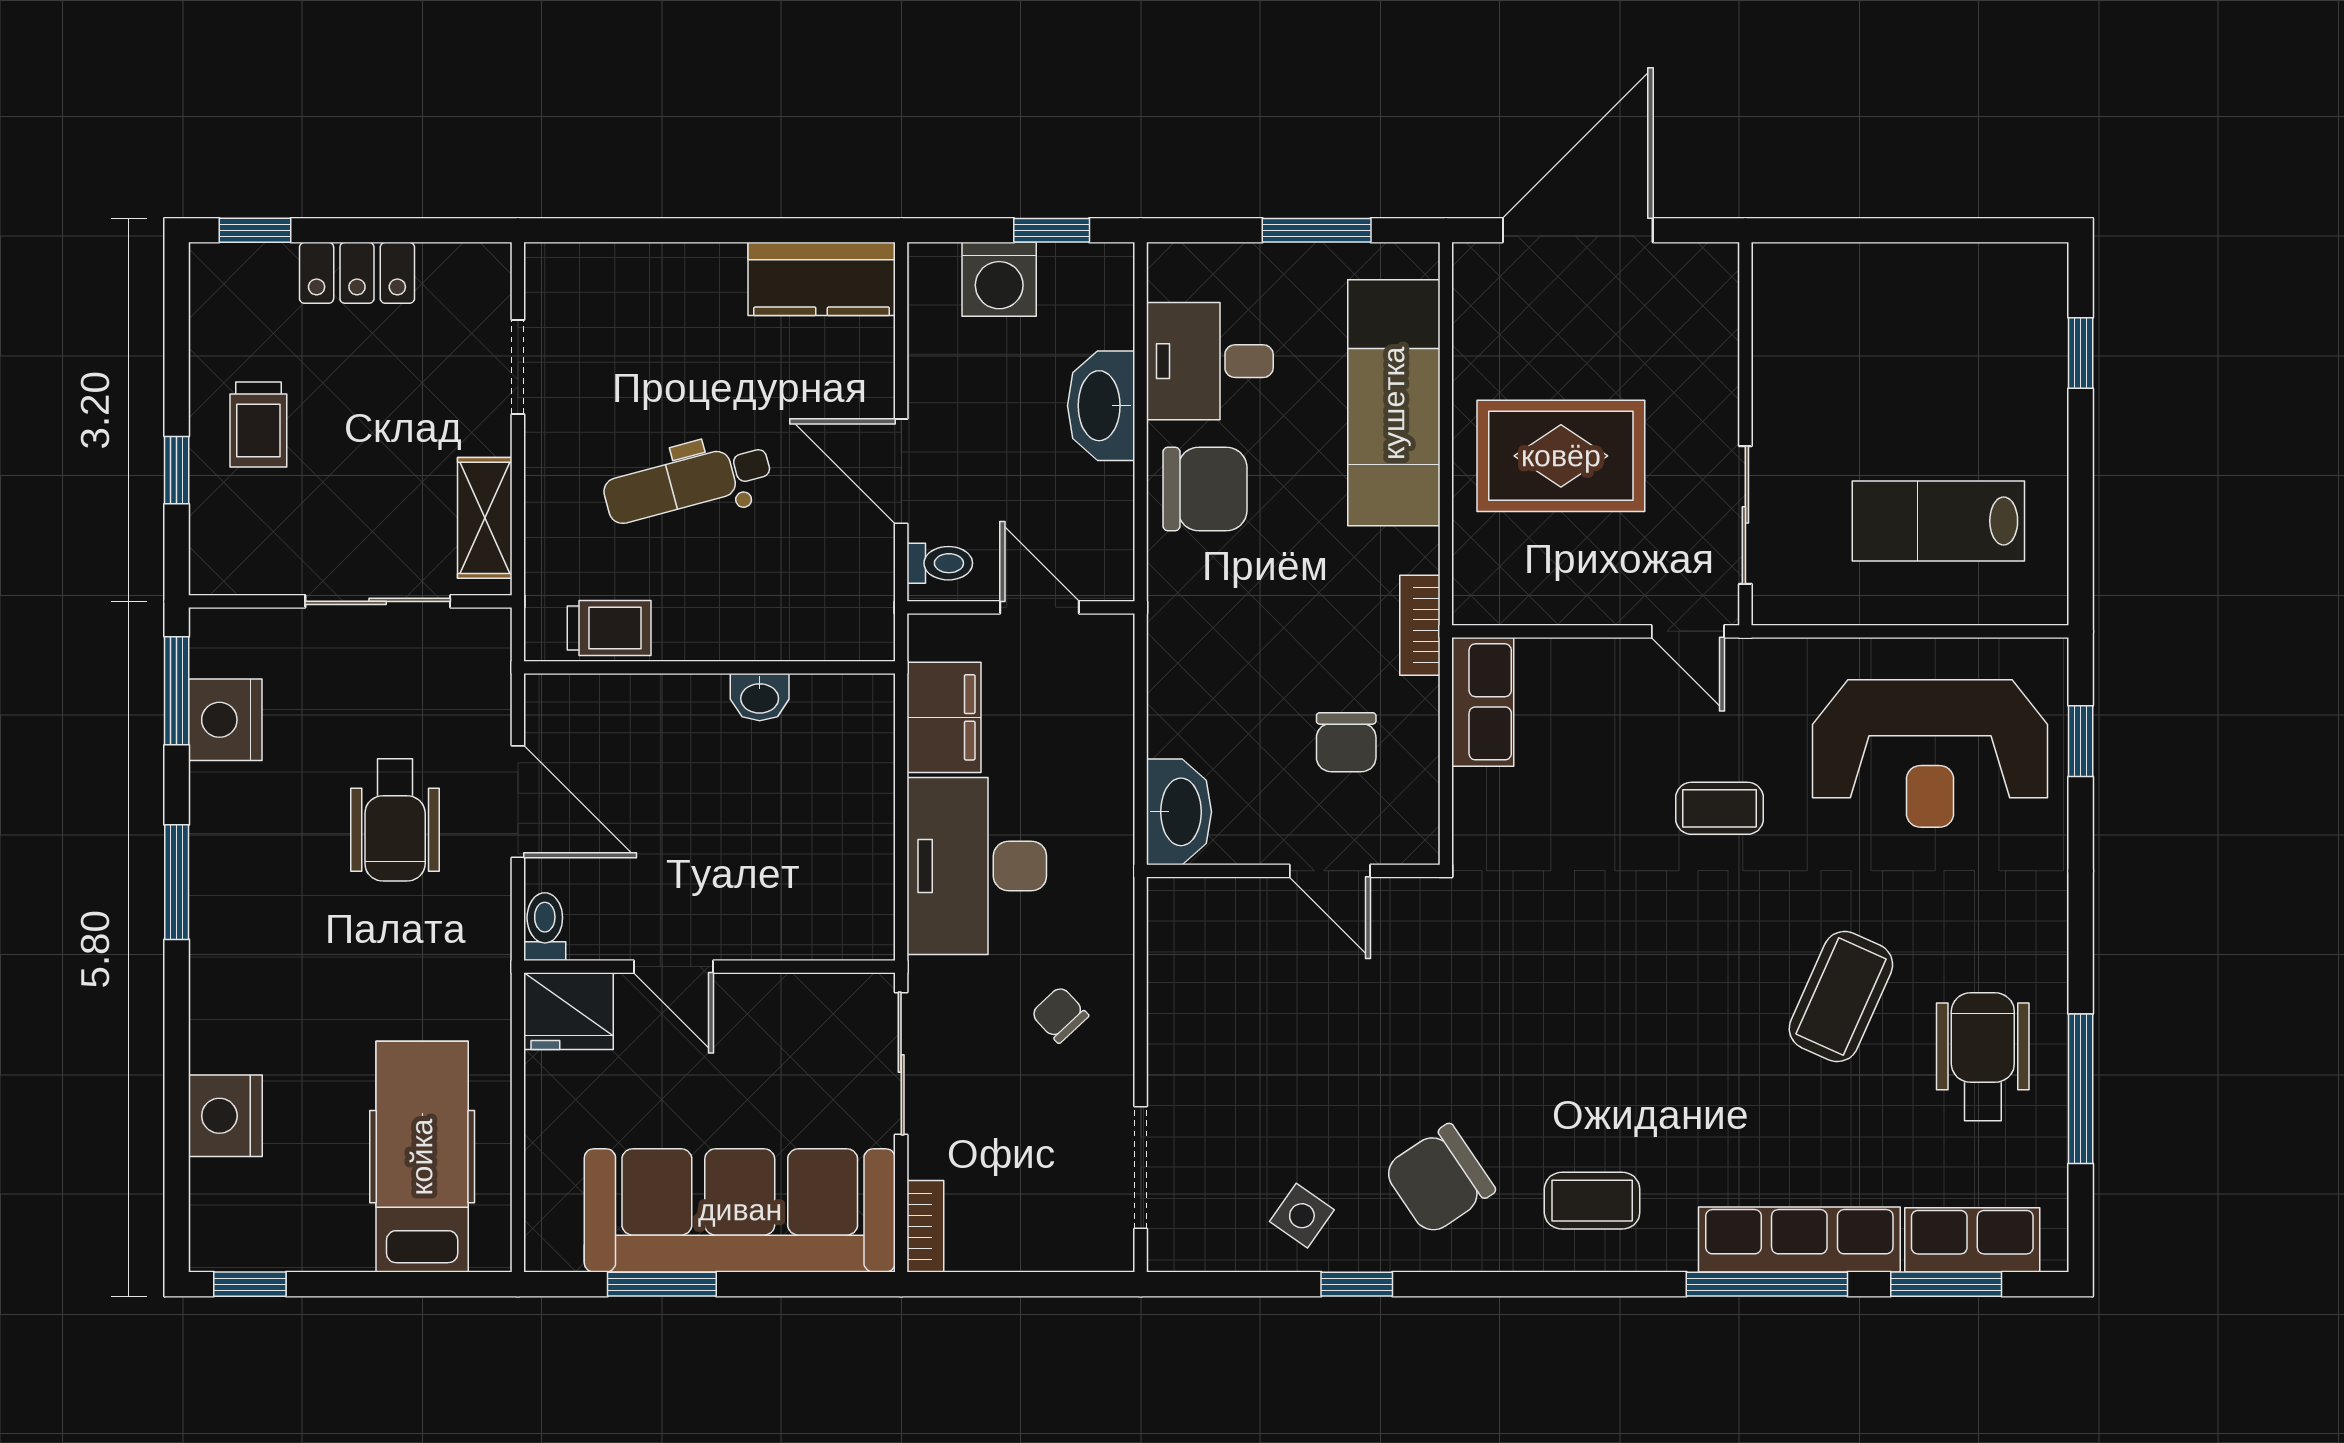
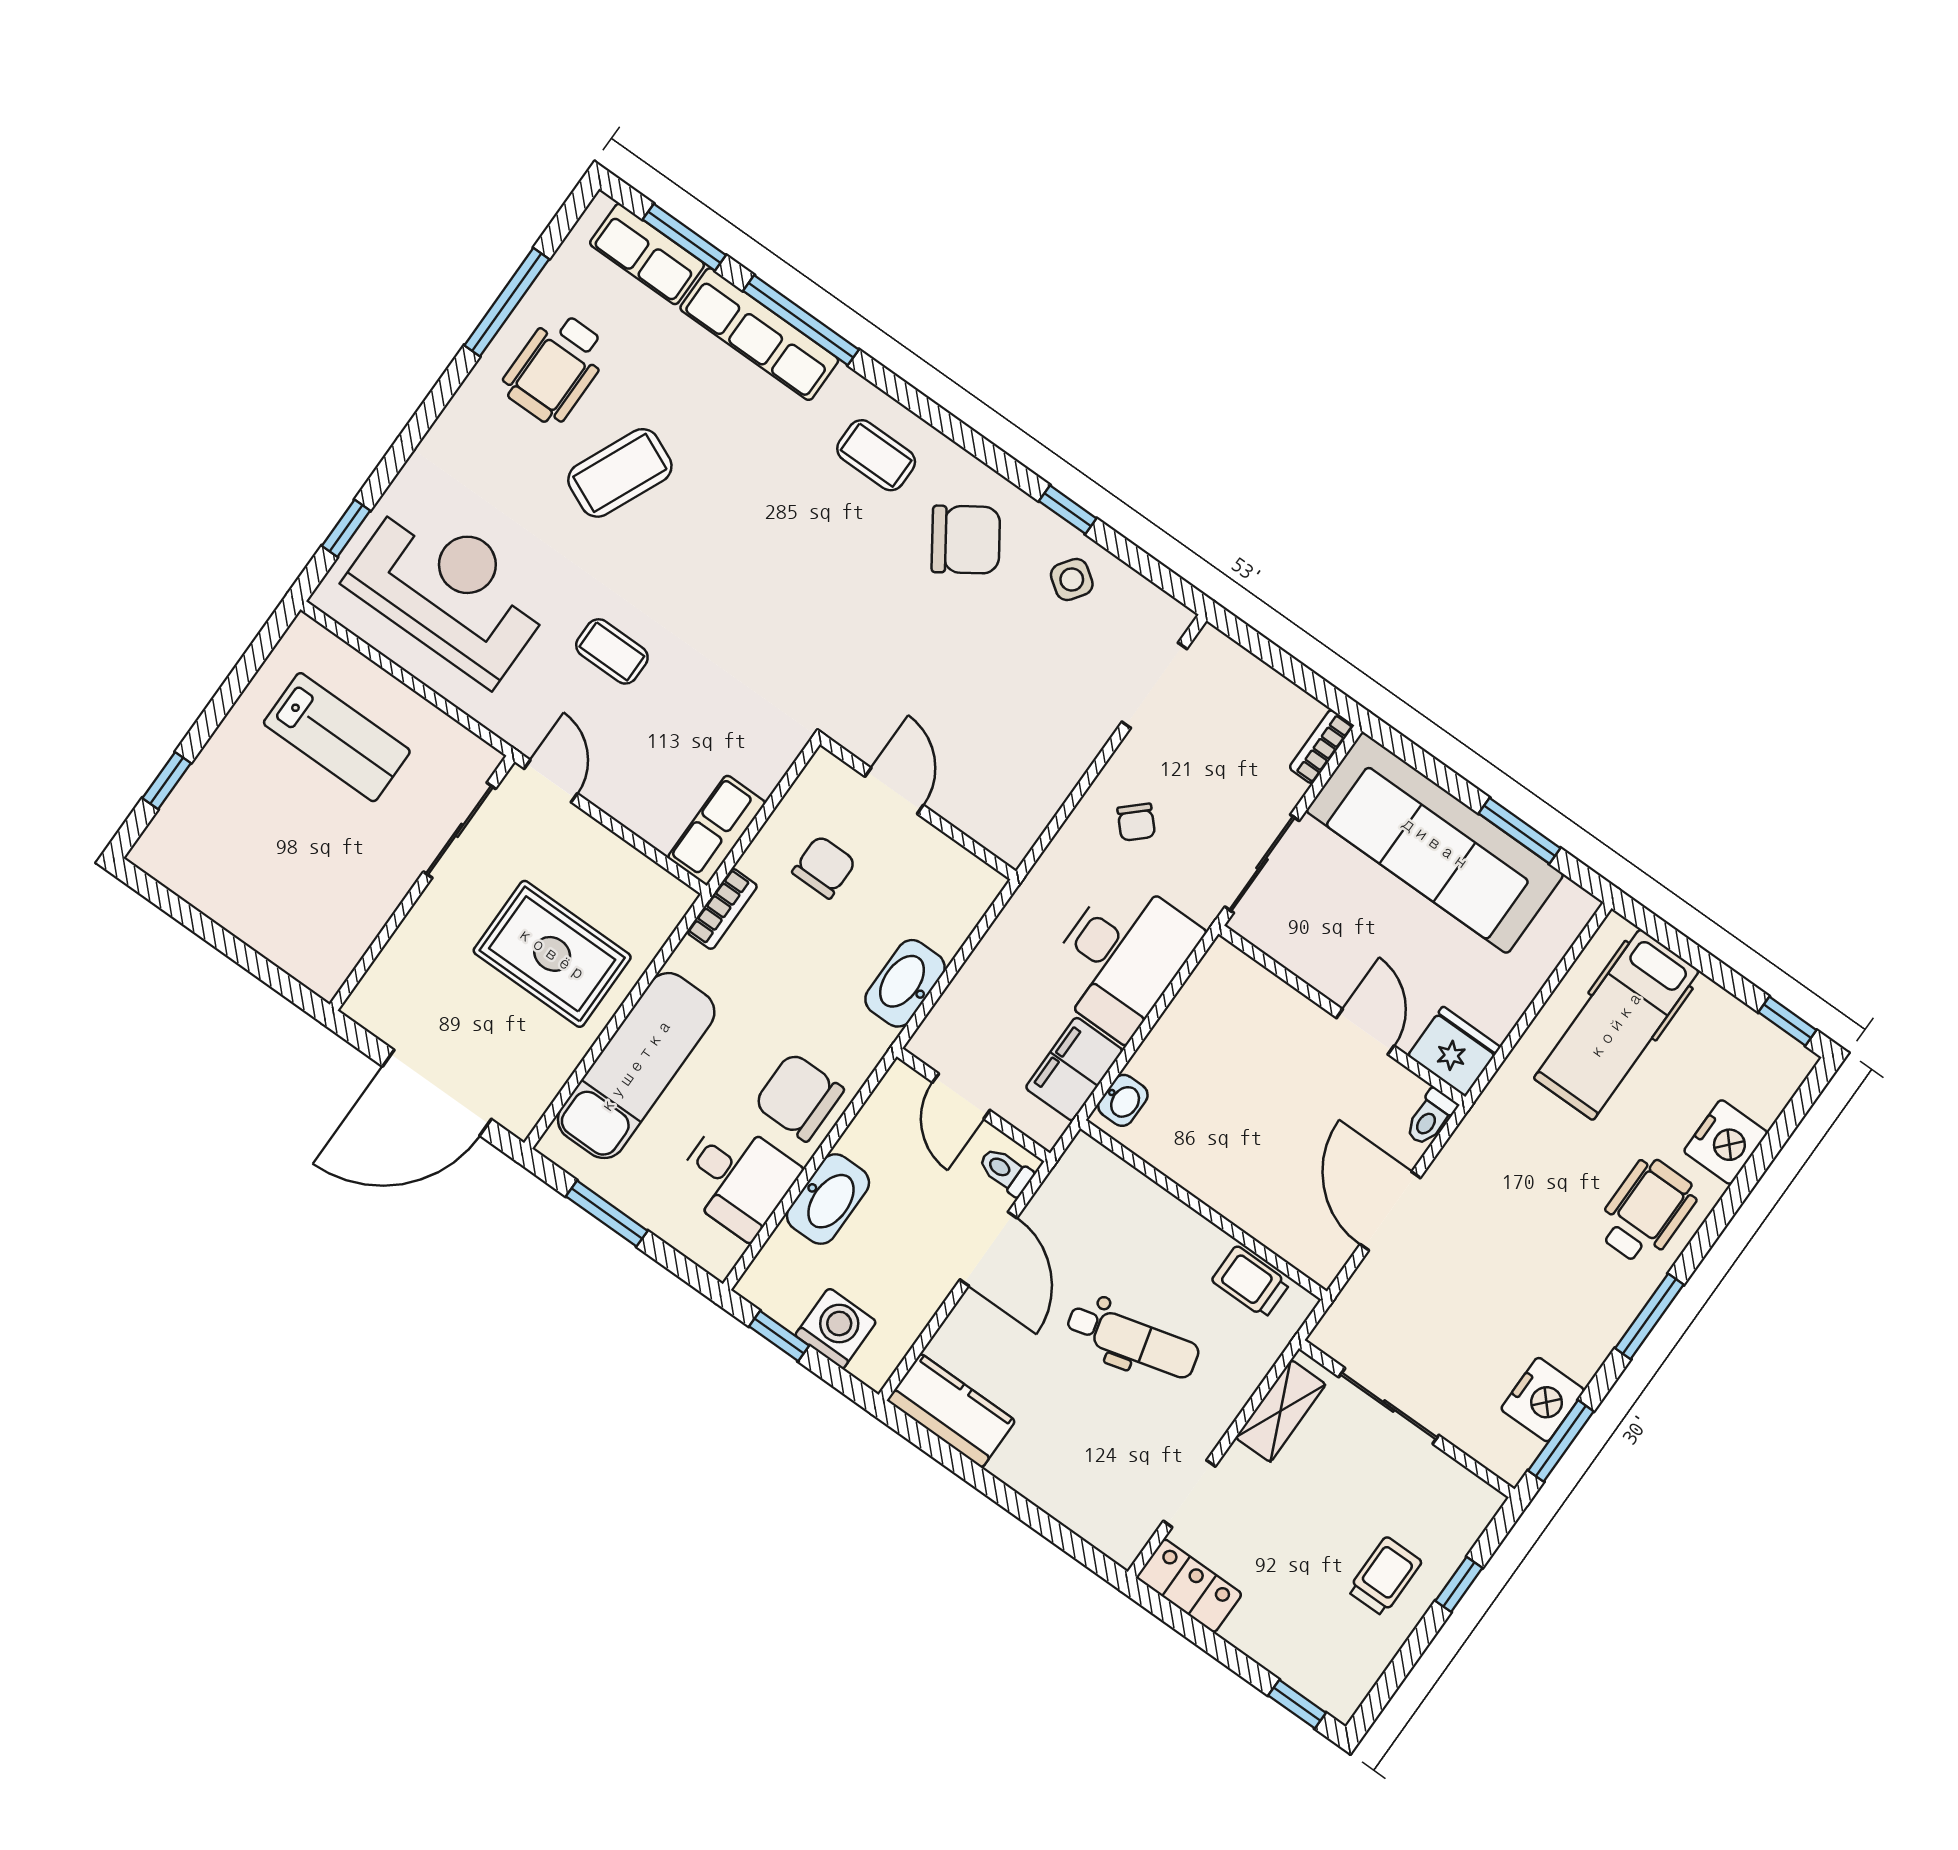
locker: (357, 273) -> (1189, 1586), moved
washbasin: (760, 697) -> (1123, 1100), moved, turned 90
washbasin: (1179, 812) -> (905, 983), moved
wheelchair: (395, 820) -> (1646, 1211), moved

